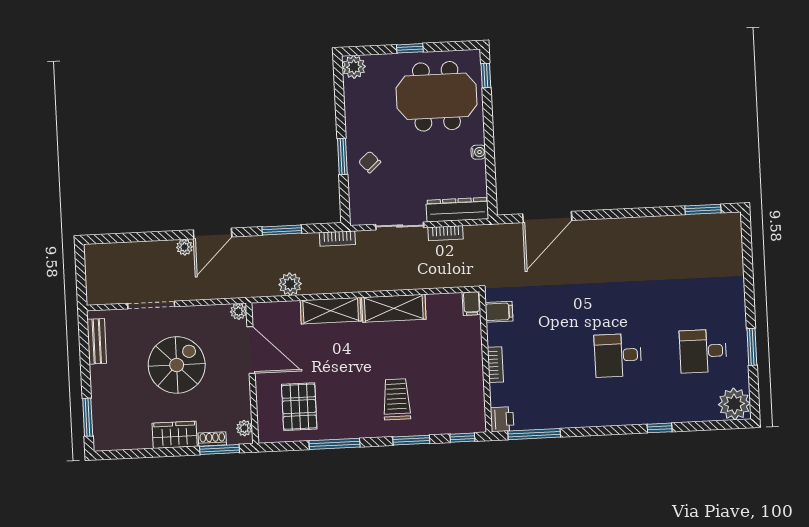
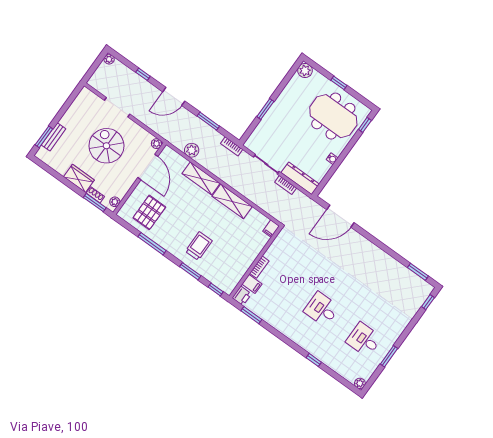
chair: (370, 162) -> (276, 122), removed
window: (151, 236) -> (143, 74), added
window: (747, 238) -> (428, 302), added
plant: (184, 247) -> (109, 59), moved
filing cabinet: (499, 312) -> (252, 284), moved
bench: (97, 341) -> (54, 137), moved
spiral stairs: (177, 365) -> (106, 146), turned -90
plant: (734, 404) -> (360, 383), width x0.53, depth x0.53
window: (534, 434) -> (251, 315), width x0.69

